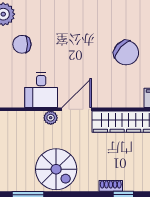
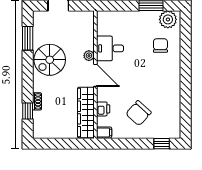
chair: (22, 44) -> (160, 45), moved
printer: (121, 99) -> (103, 109), added

